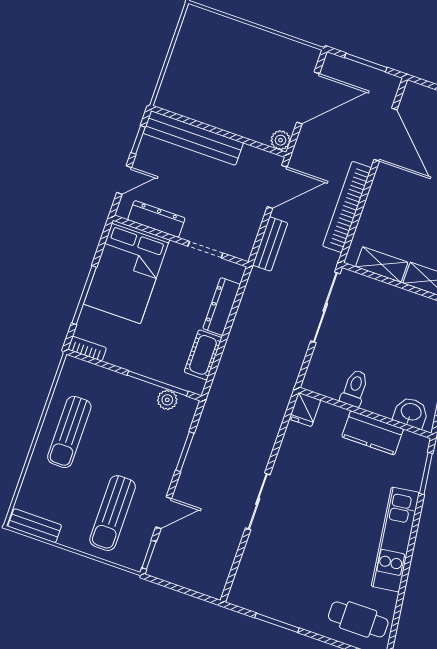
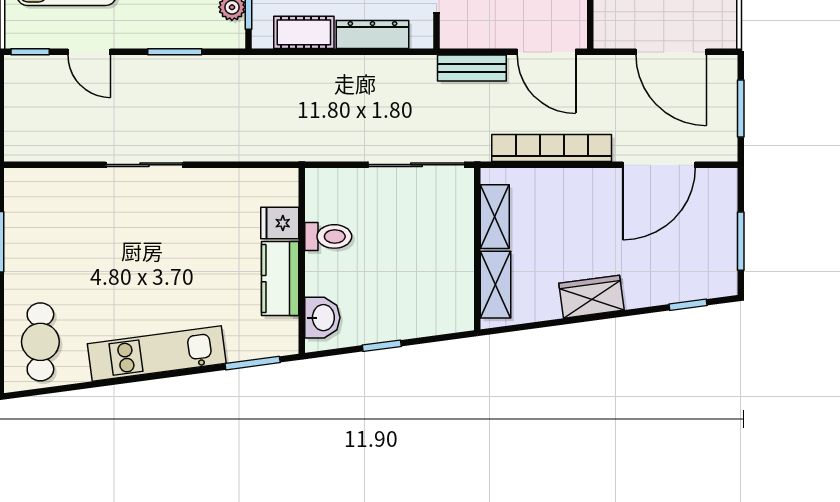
plant: (281, 140) -> (606, 36), removed
fridge: (305, 410) -> (280, 223), moved

